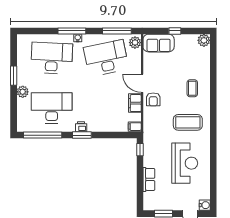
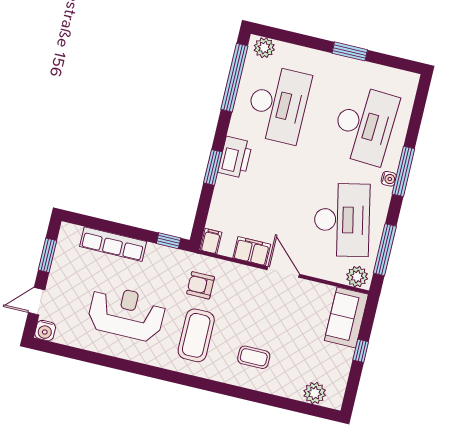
plant: (204, 40) -> (315, 393), moved
door: (142, 83) -> (283, 272), hinge flipped
plant: (23, 92) -> (264, 48), moved
armchair: (153, 99) -> (201, 285), moved
printer: (81, 127) -> (235, 157), width x1.87, depth x1.48
window: (82, 135) -> (213, 167), moved
reception desk: (185, 163) -> (126, 313), turned 180
row of seats: (149, 179) -> (113, 244), width x1.48

